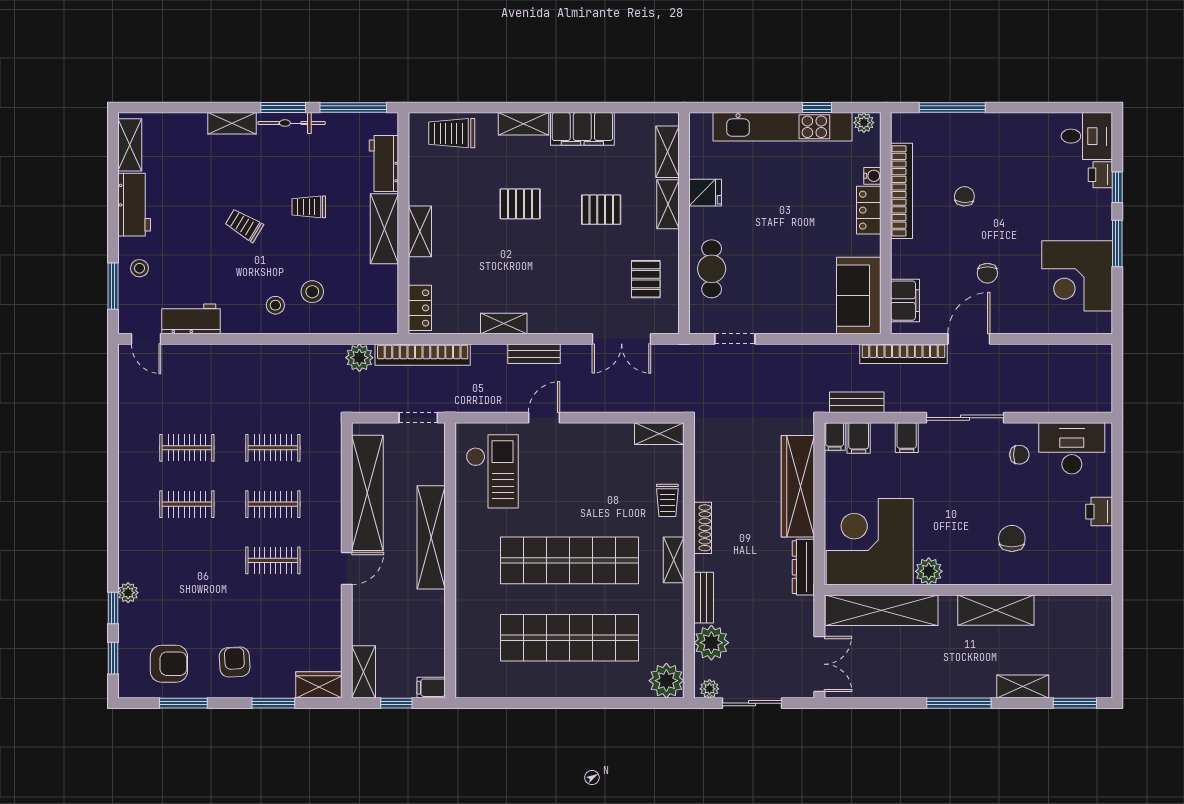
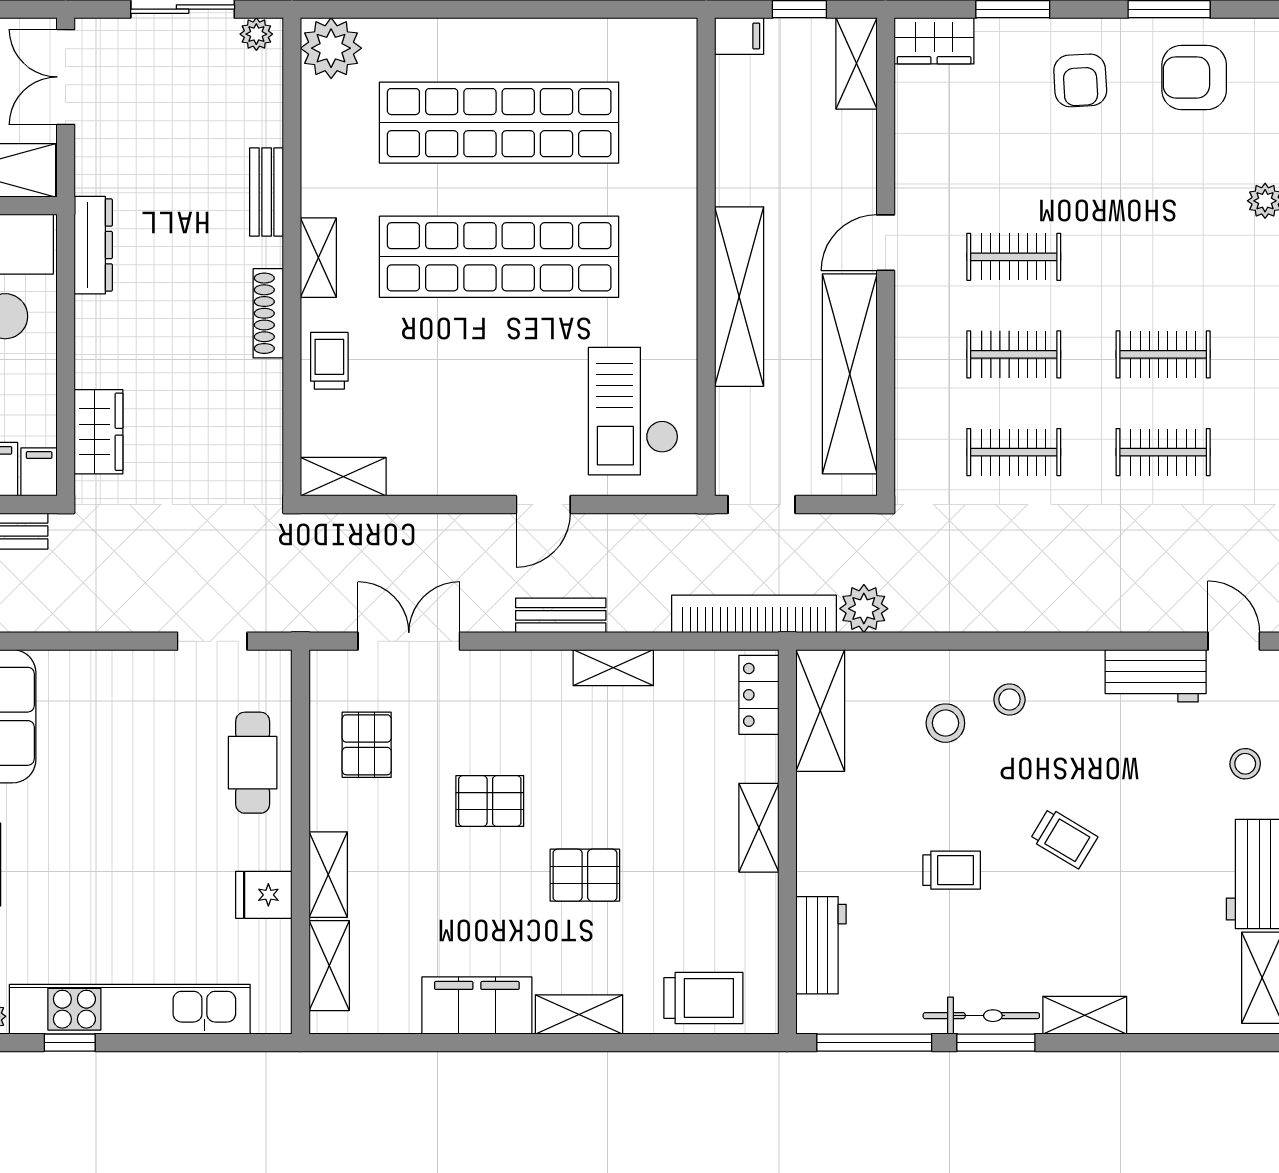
pallet: (601, 210) -> (490, 801), moved
shelving: (384, 229) -> (820, 711), moved
wardrobe: (798, 486) -> (99, 432), width x0.48, depth x0.85
plant: (711, 643) -> (253, 114), removed

